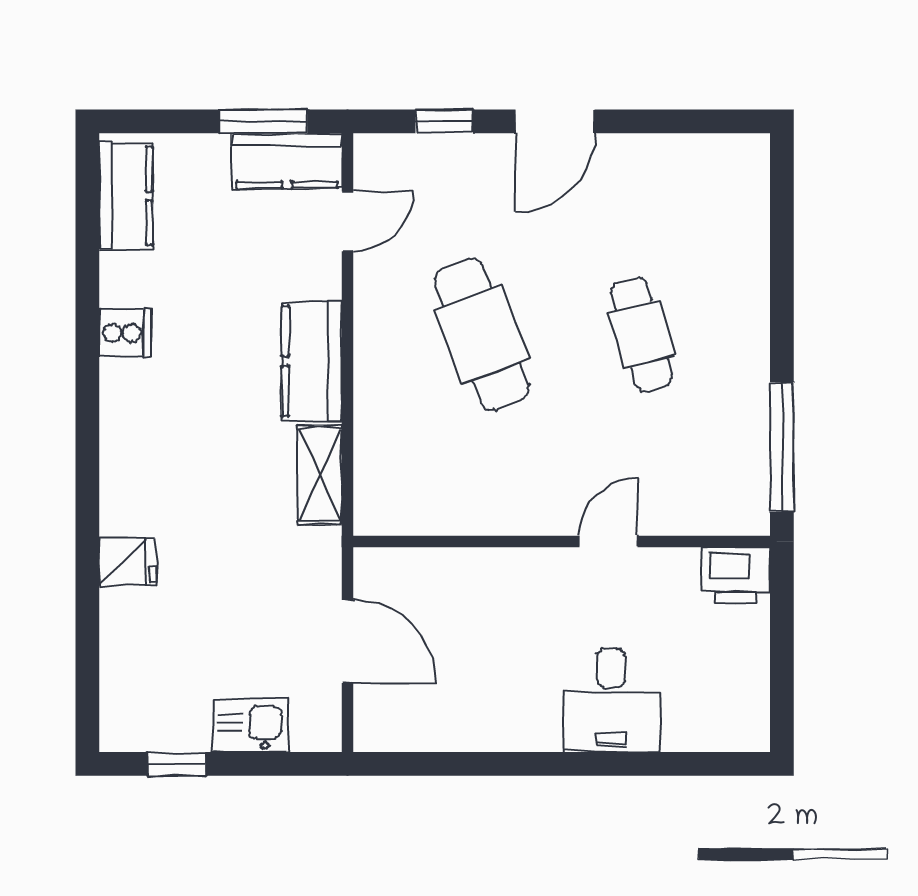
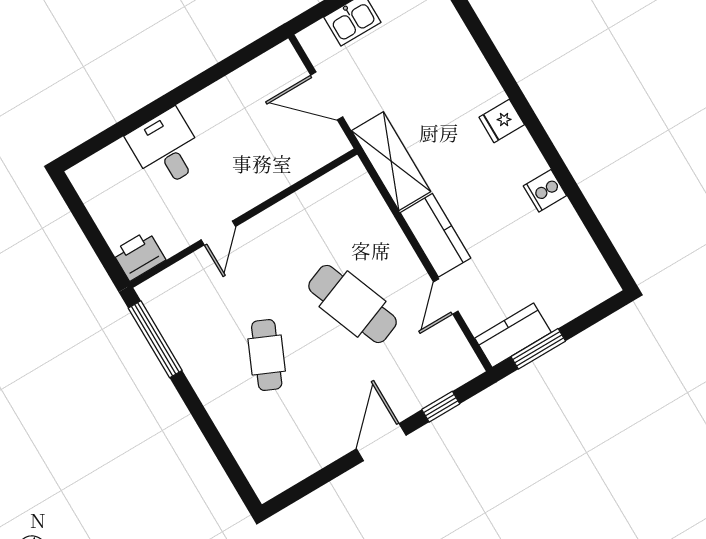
kitchen counter: (126, 196) -> (588, 265), removed
door: (348, 221) -> (446, 296), moved
cafe table: (641, 334) -> (267, 355), turned 39
shelving: (320, 475) -> (391, 161), width x1.50, depth x1.33
fridge: (128, 562) -> (502, 121), moved

